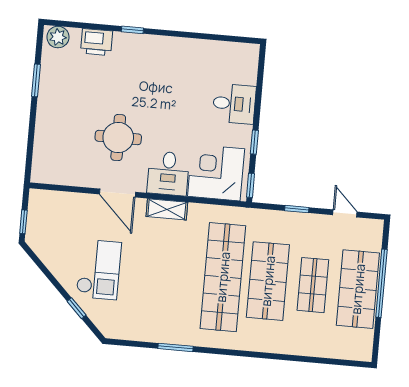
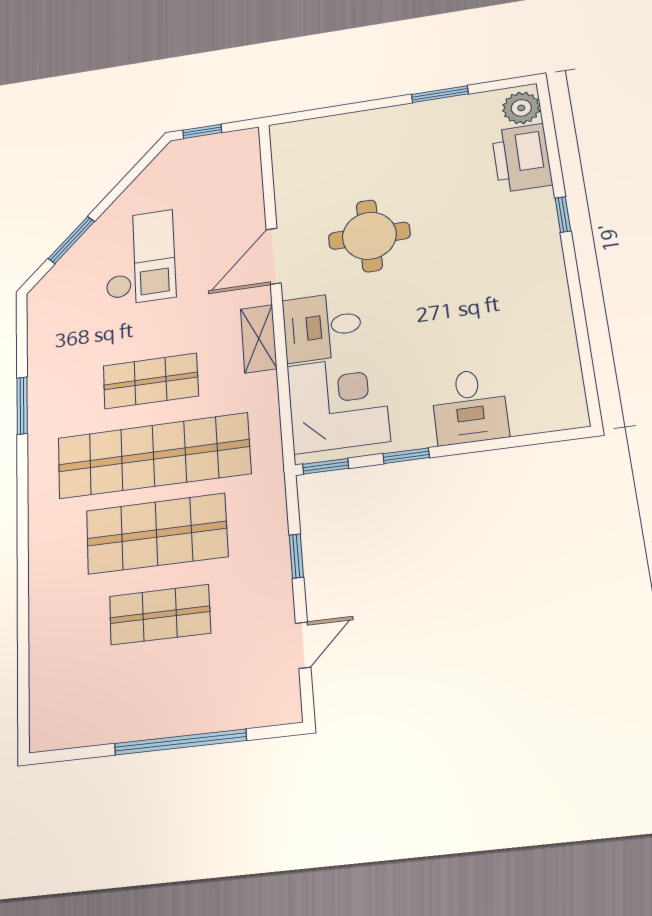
printer: (96, 42) -> (522, 158), width x1.37, depth x1.19
checkout: (99, 269) -> (140, 258), turned -90
shop shelf: (358, 289) -> (151, 381), moved, width x0.70, depth x0.74
window: (77, 308) -> (71, 240), width x1.50

